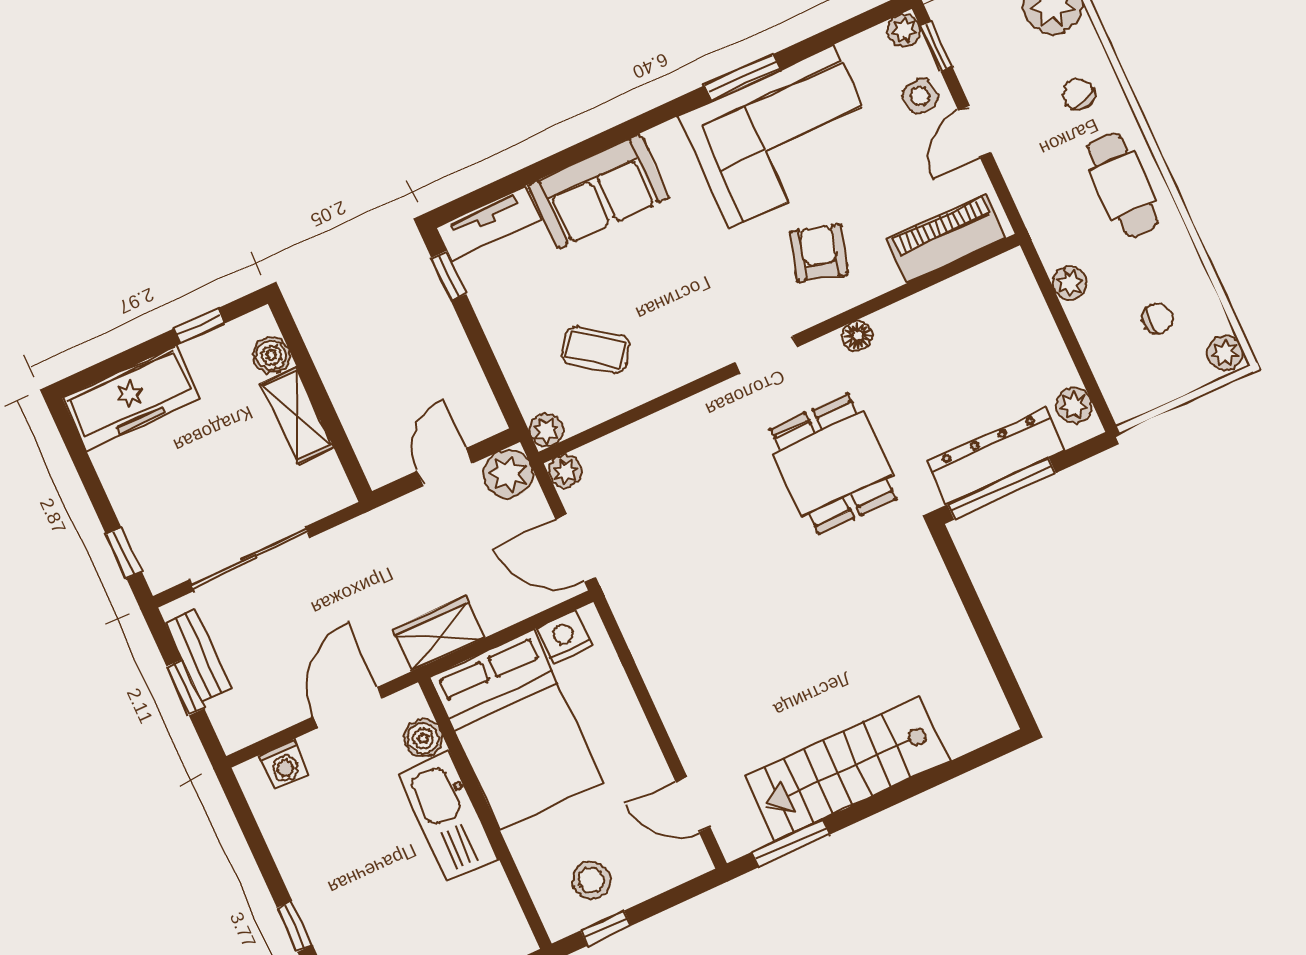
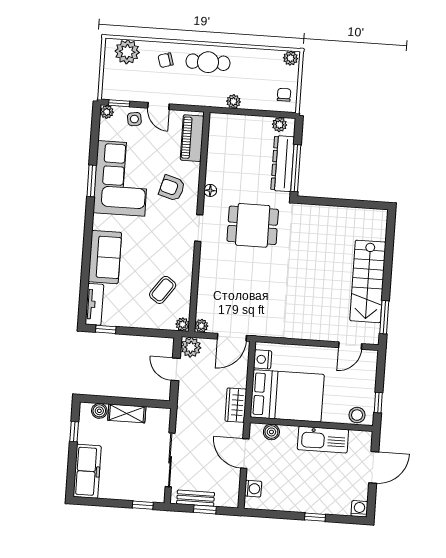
chair: (1157, 318) -> (284, 95), moved
kitchen sink: (448, 816) -> (323, 440), moved
stool: (591, 880) -> (357, 415), moved

